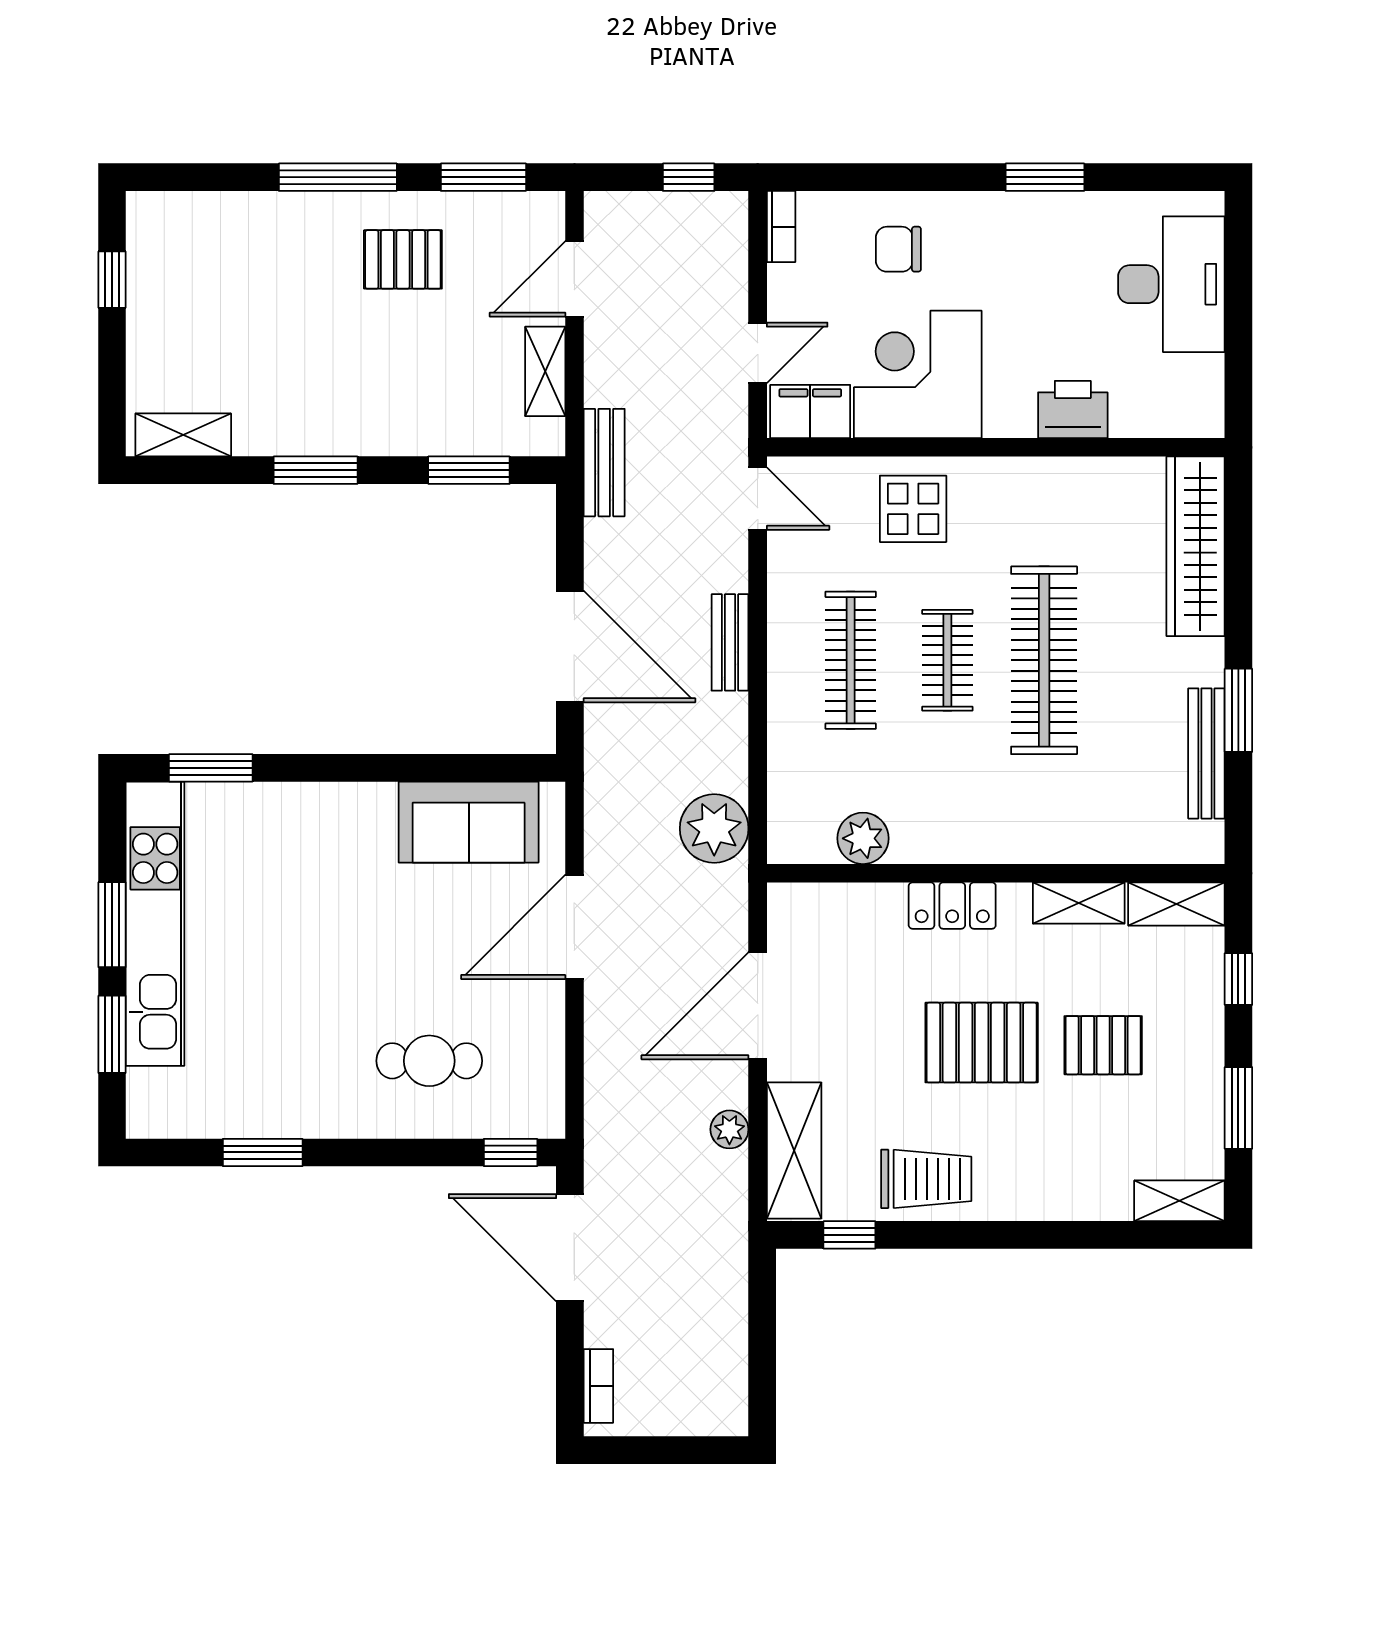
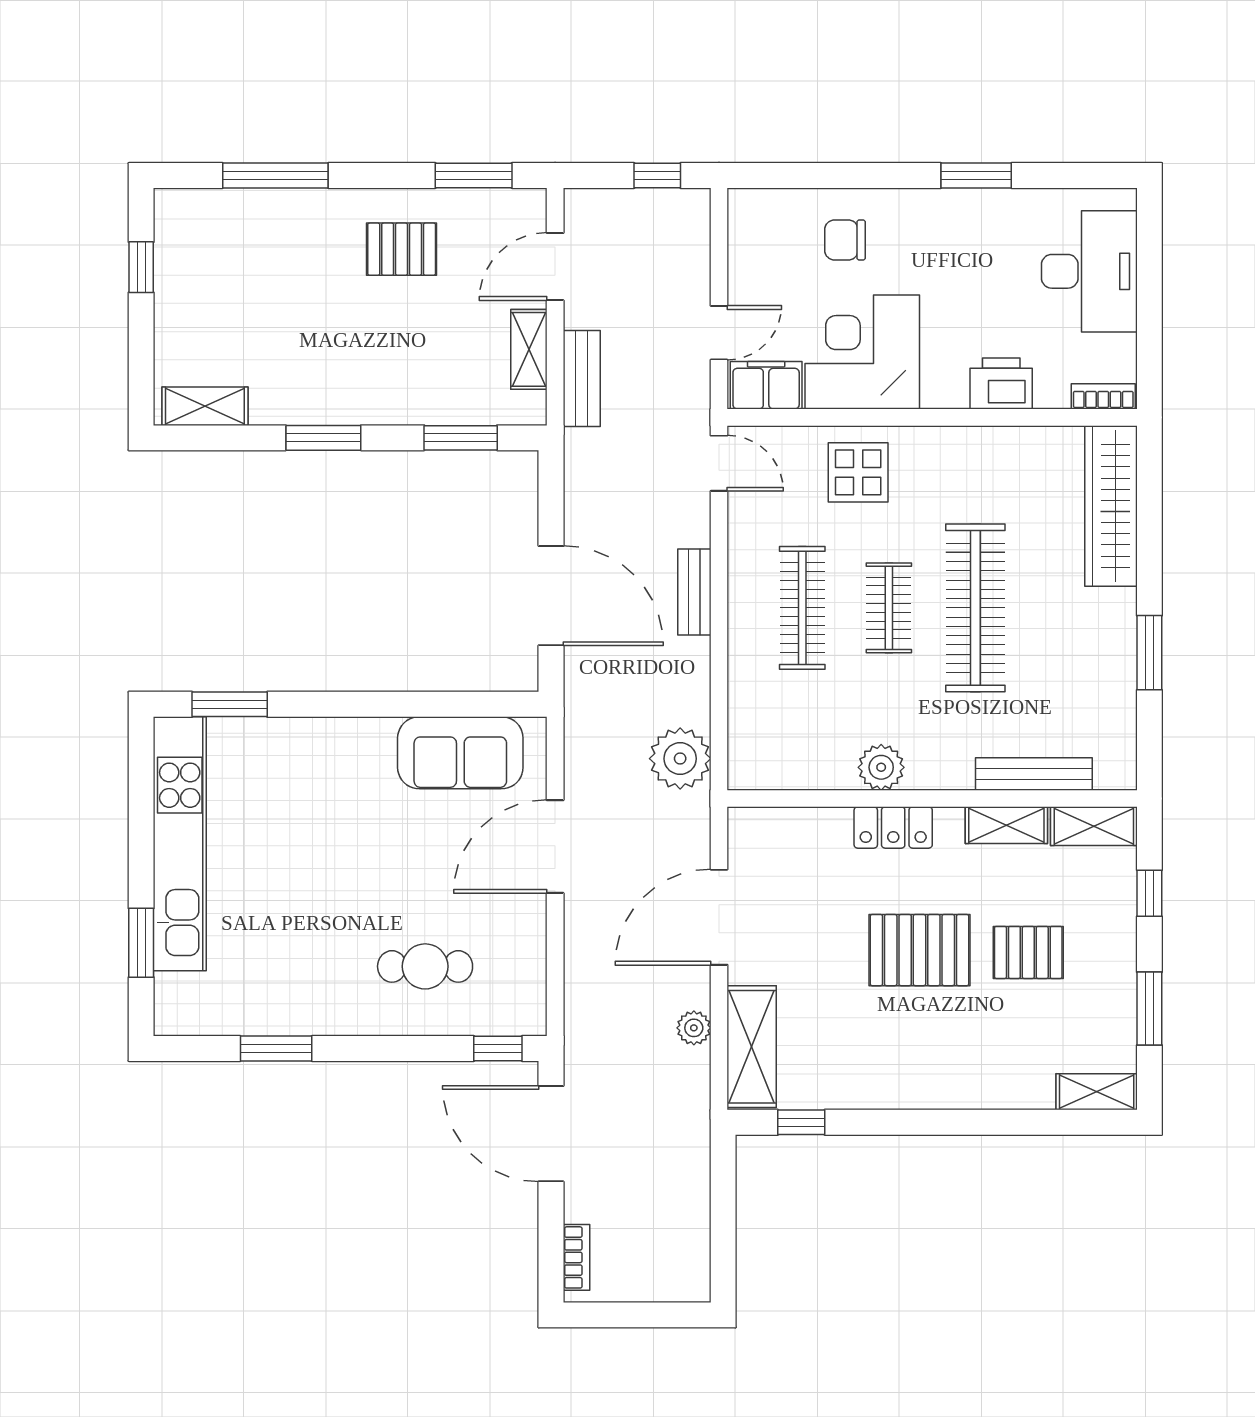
window: (338, 177) -> (275, 176), moved
bookcase: (781, 227) -> (1103, 396), moved, turned -90
bench: (604, 463) -> (582, 379), moved
bench: (1206, 753) -> (1034, 774), moved, turned 90
plant: (863, 838) -> (881, 767), moved
window: (112, 925) -> (141, 845), removed
trolley: (926, 1179) -> (870, 1072), removed

